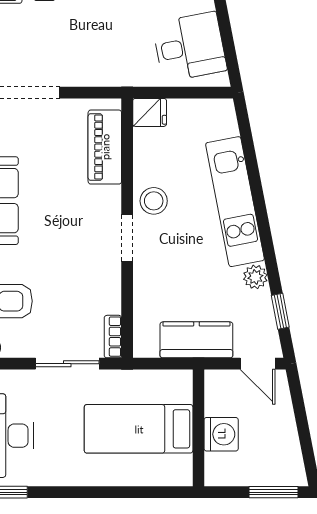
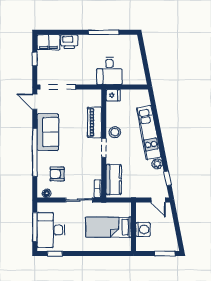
desk: (189, 47) -> (109, 71), moved, turned 101
piano: (105, 147) -> (94, 122), moved
kitchen counter: (196, 340) -> (114, 180), moved, turned 90

